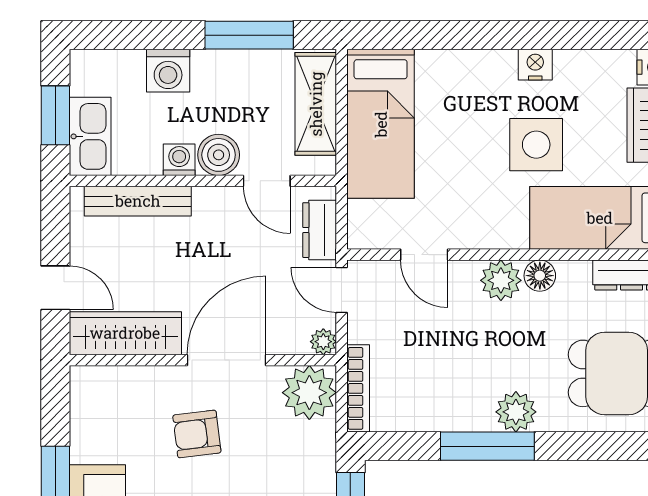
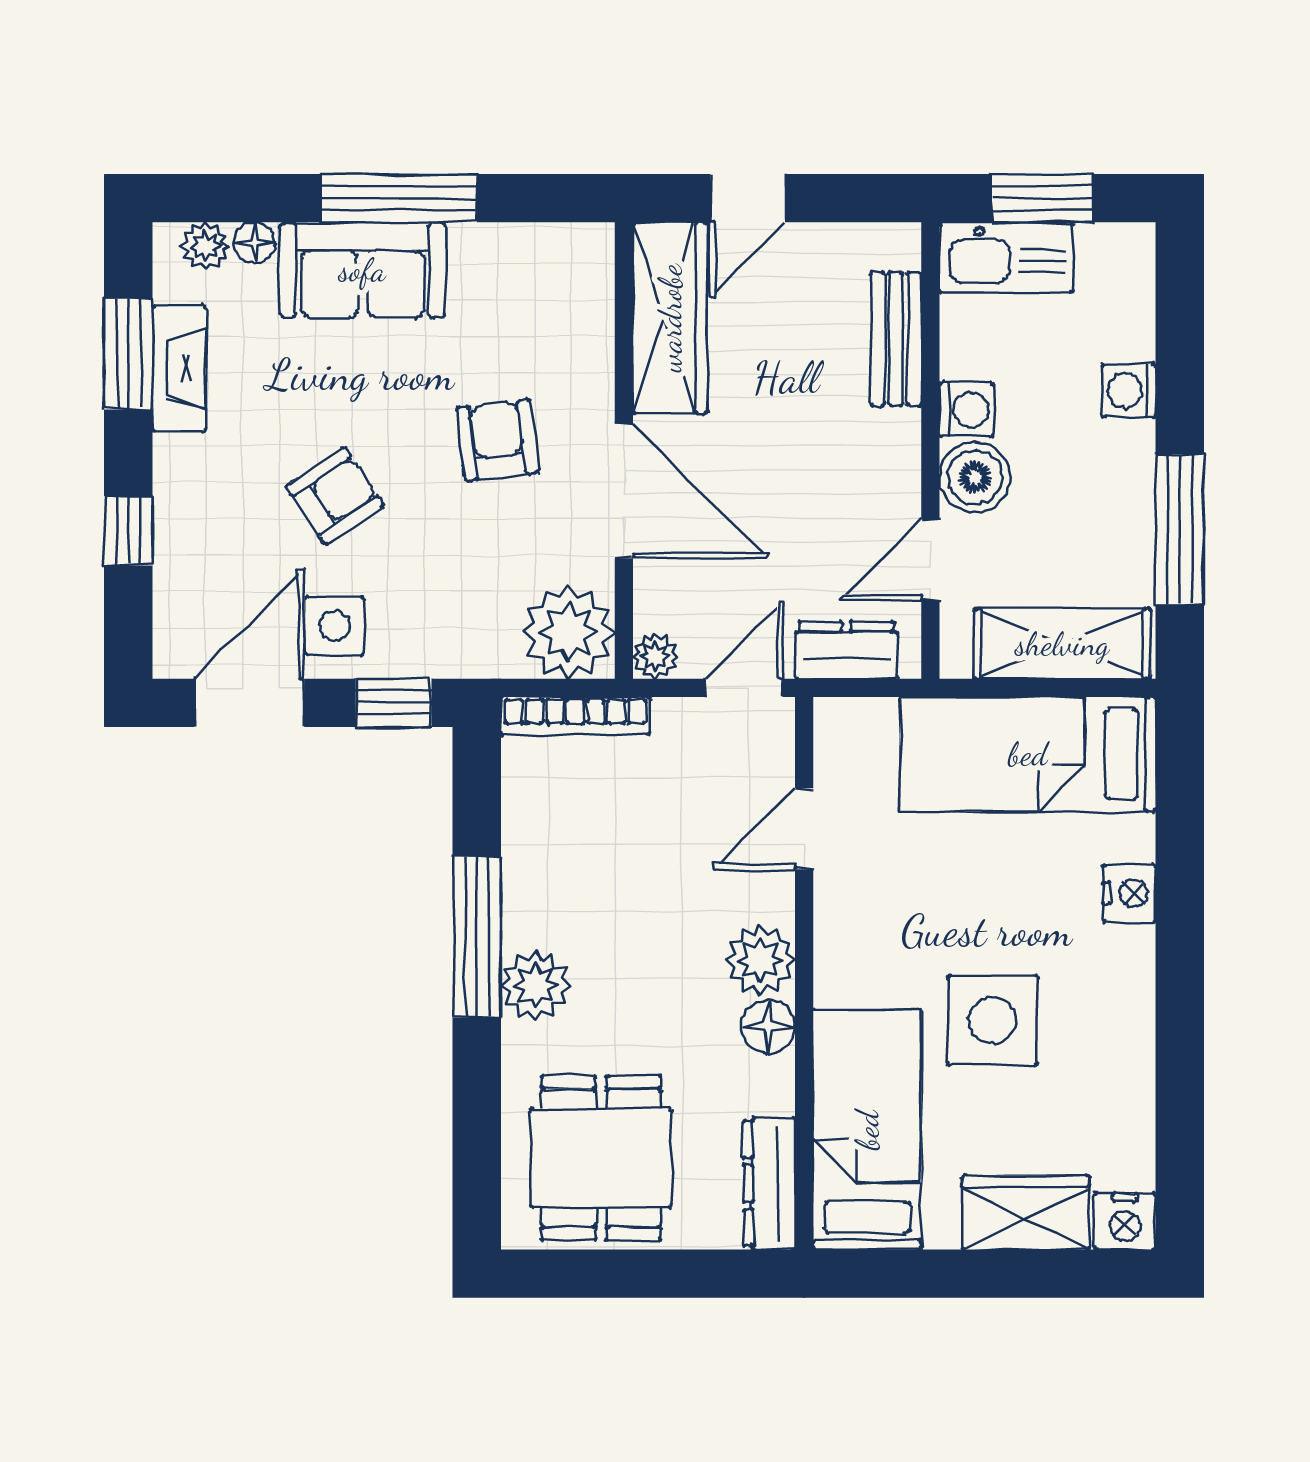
nightstand: (535, 65) -> (1129, 893), moved
washing machine: (168, 71) -> (1129, 391), width x0.73, depth x0.73
bench: (138, 201) -> (896, 339), width x0.73

